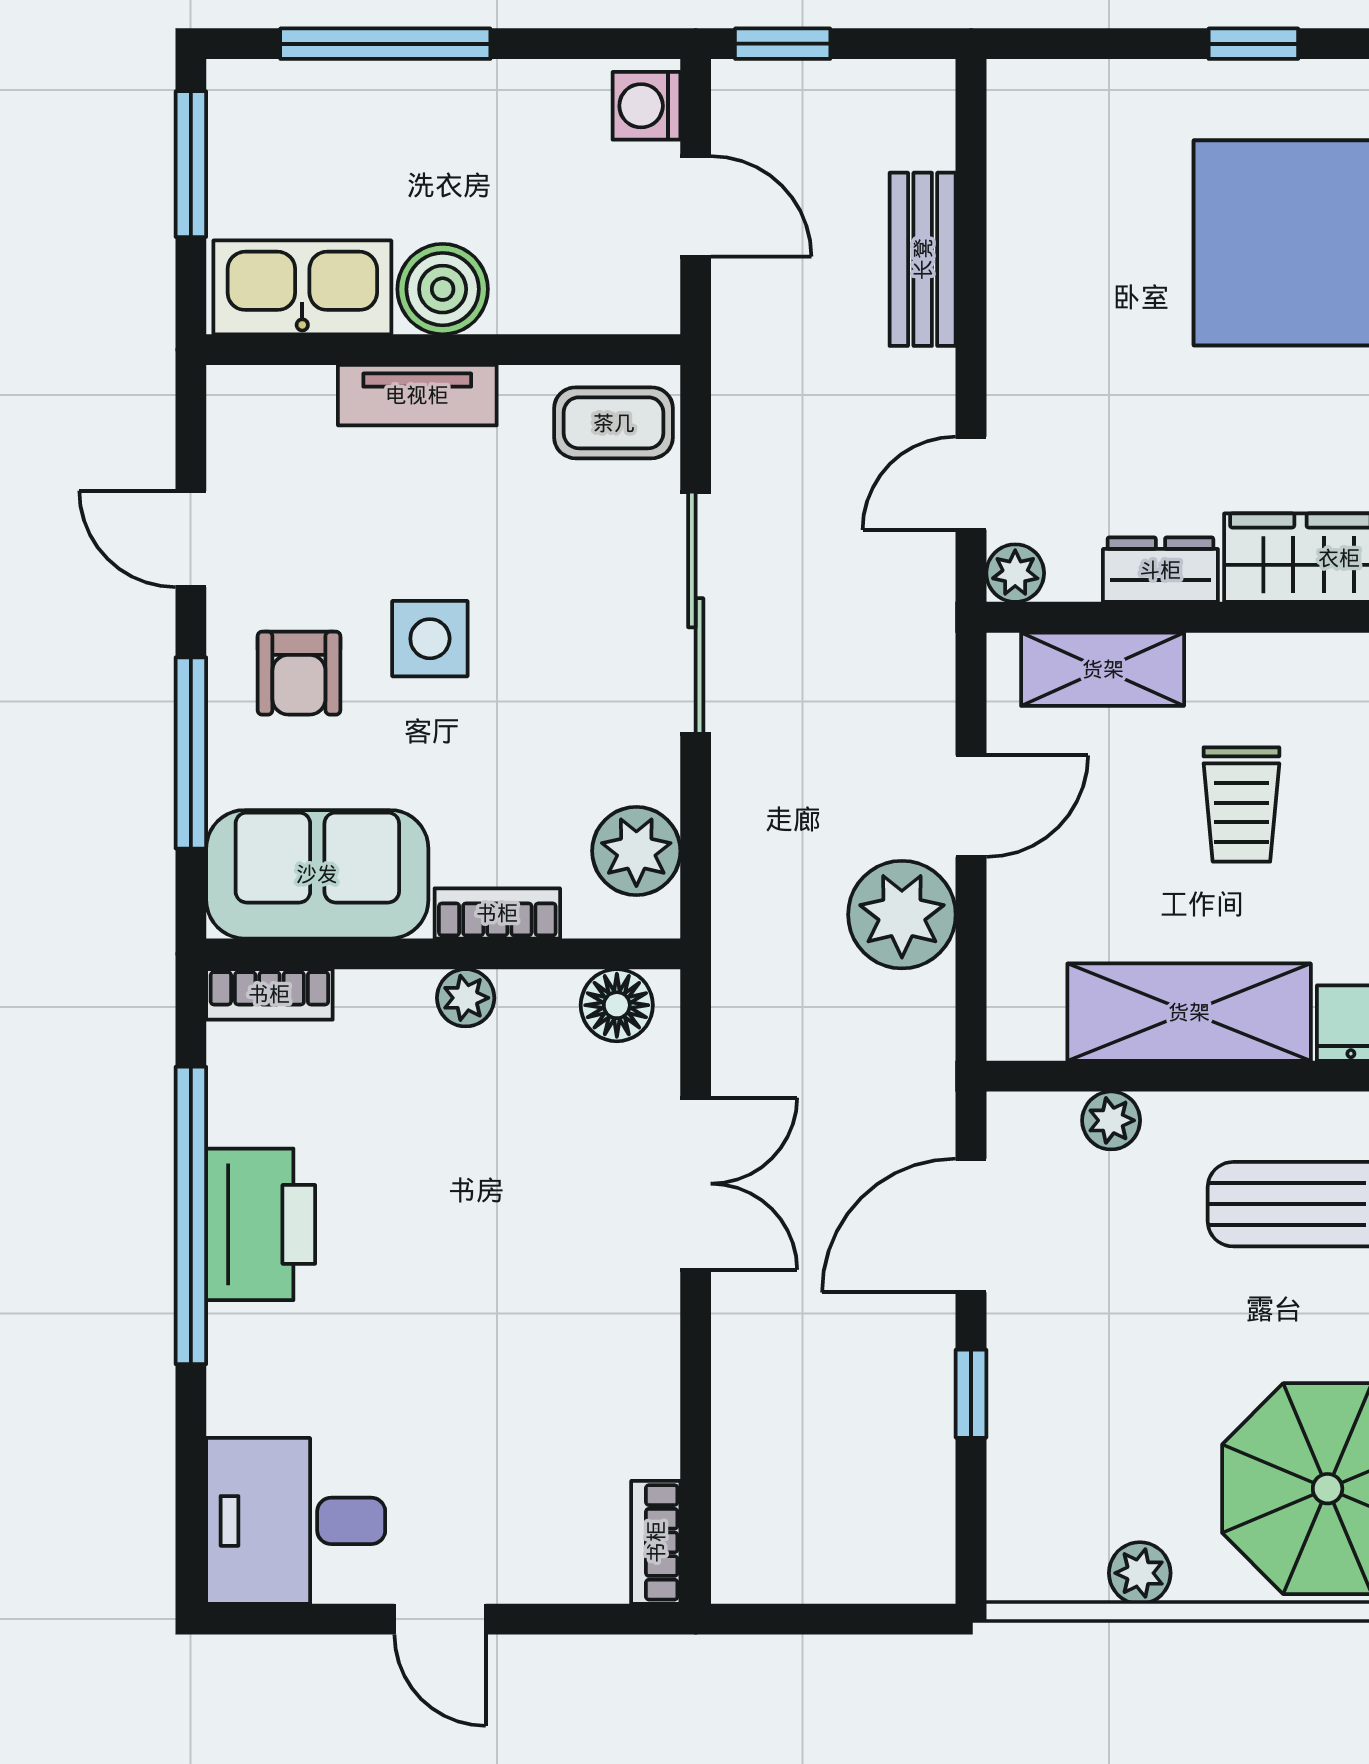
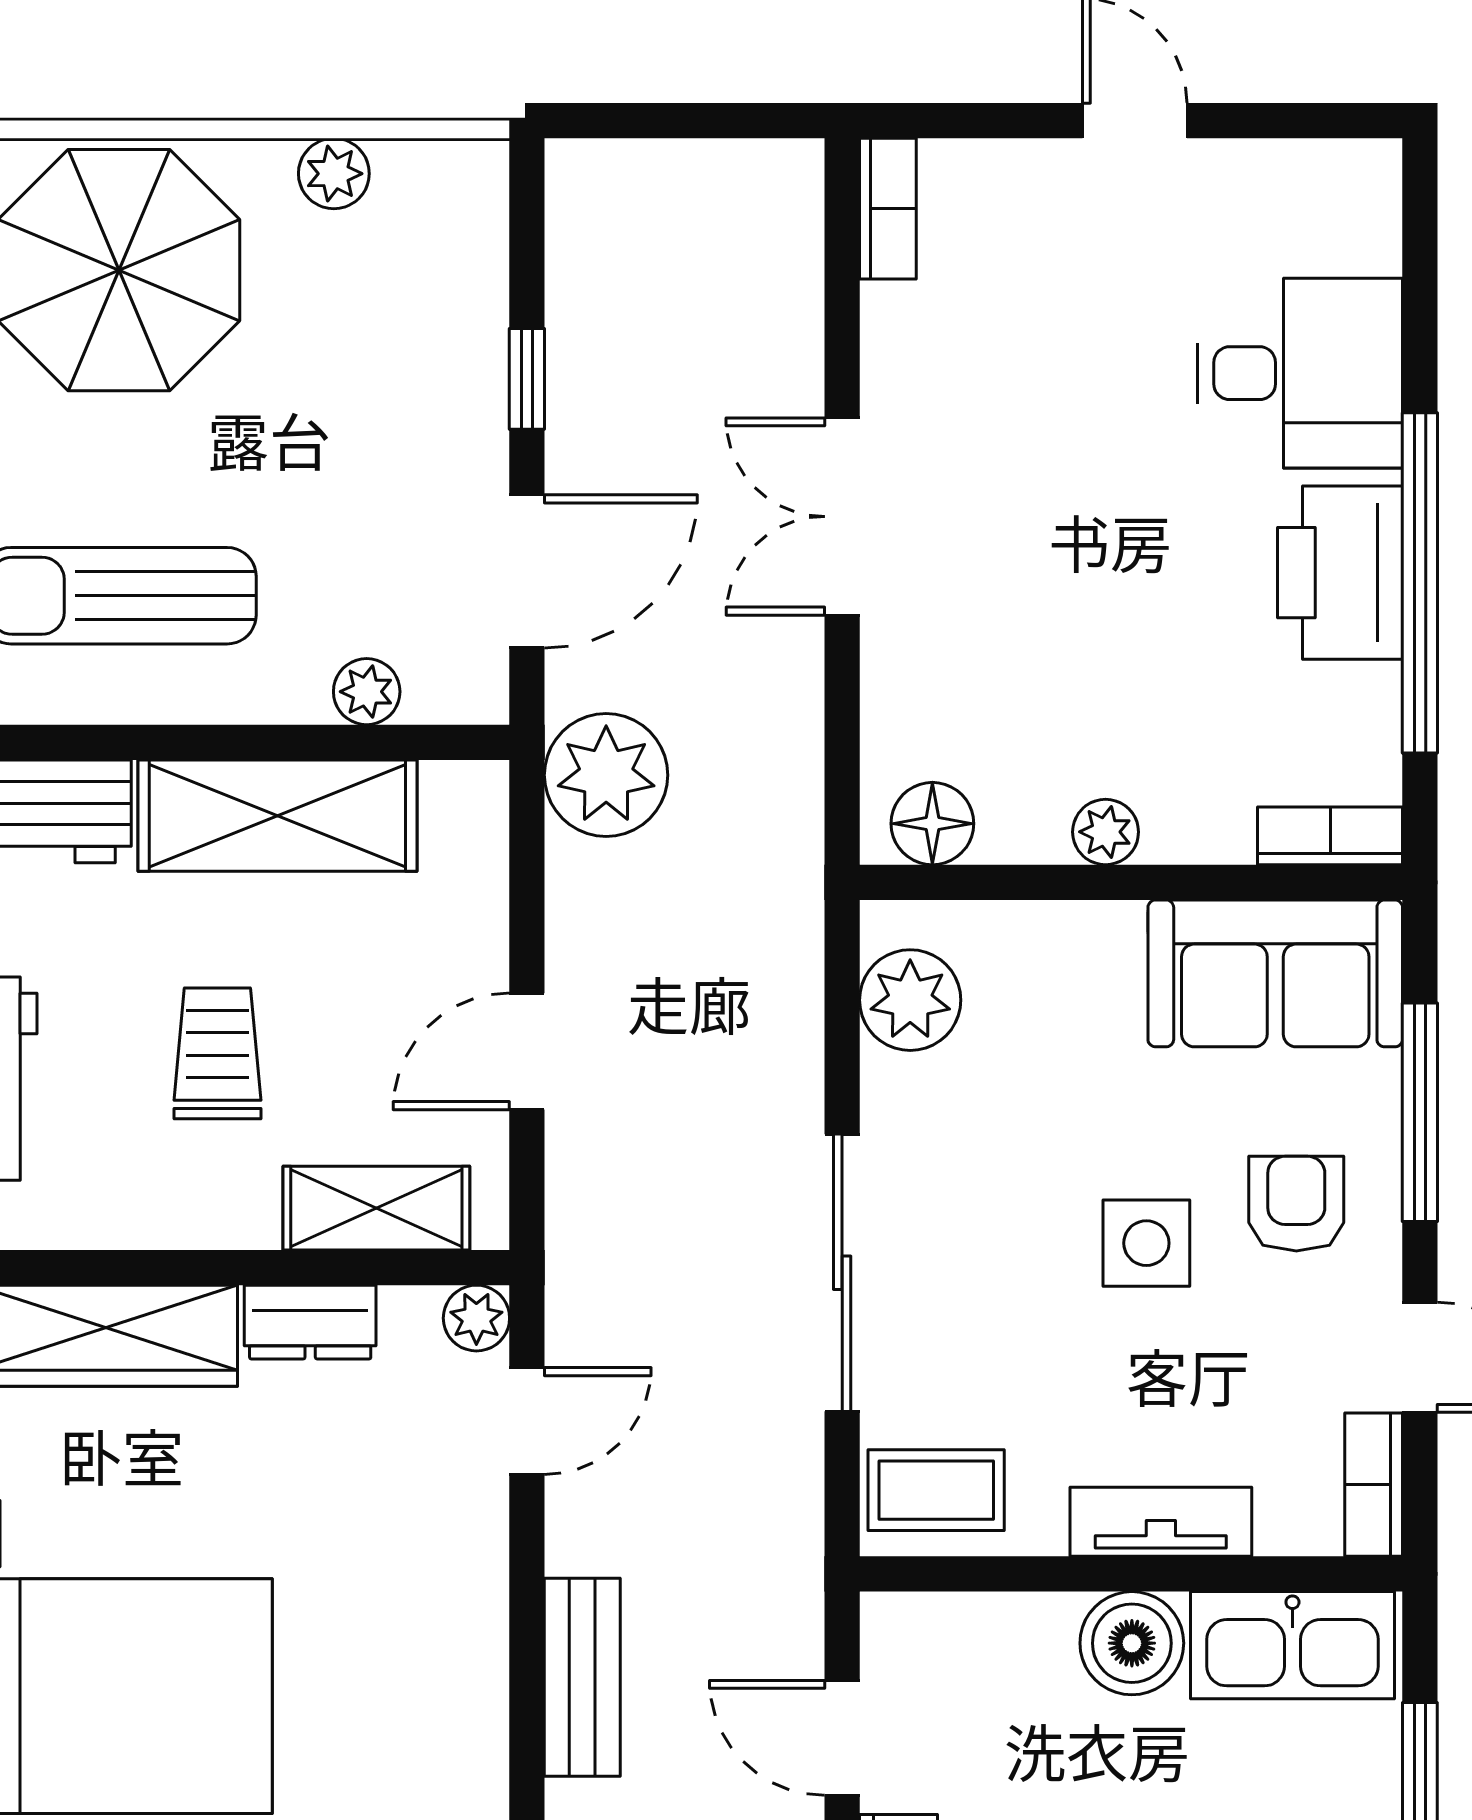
bookcase: (497, 913) -> (1374, 1485), moved, turned 90
plant: (902, 915) -> (606, 775), moved
double door: (696, 1184) -> (842, 517), moved
desk: (296, 1521) -> (1300, 373), moved

